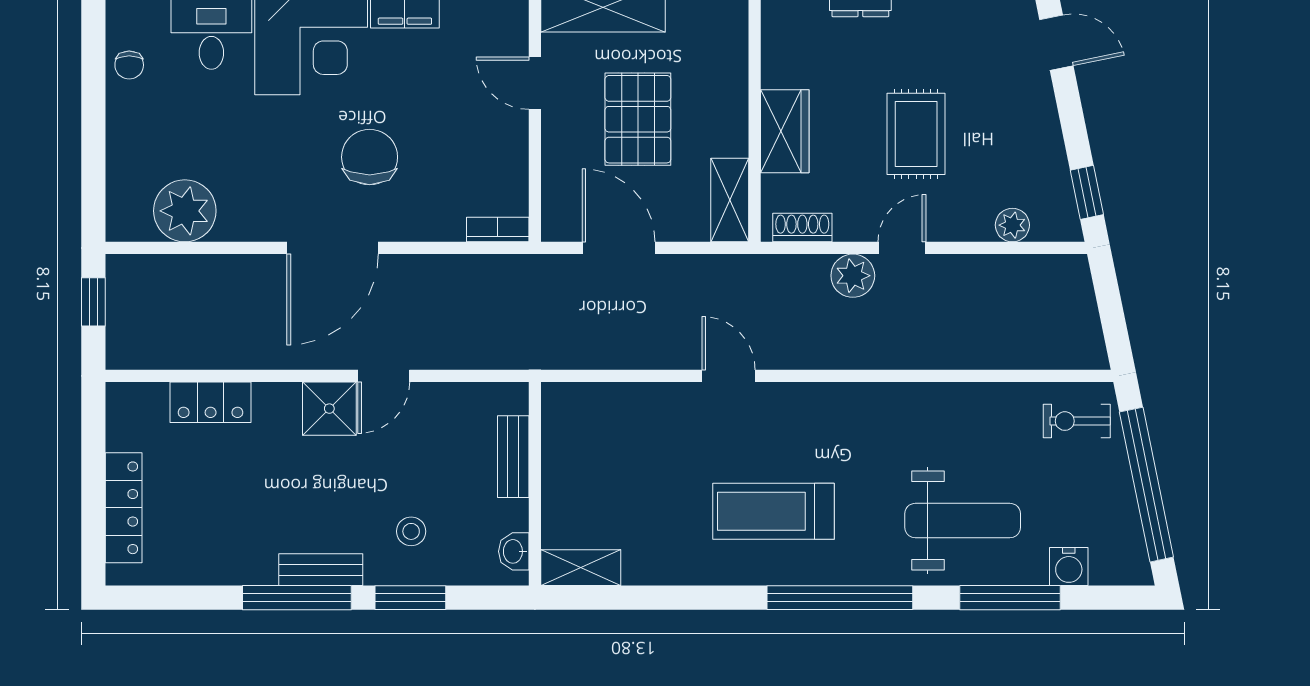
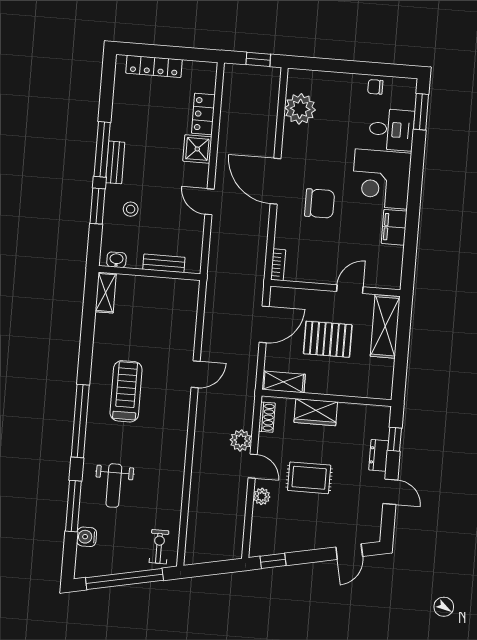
plant: (1012, 225) -> (262, 496), moved
shower: (329, 409) -> (197, 149), moved
weight bench: (963, 521) -> (114, 486), width x0.73, depth x0.75

